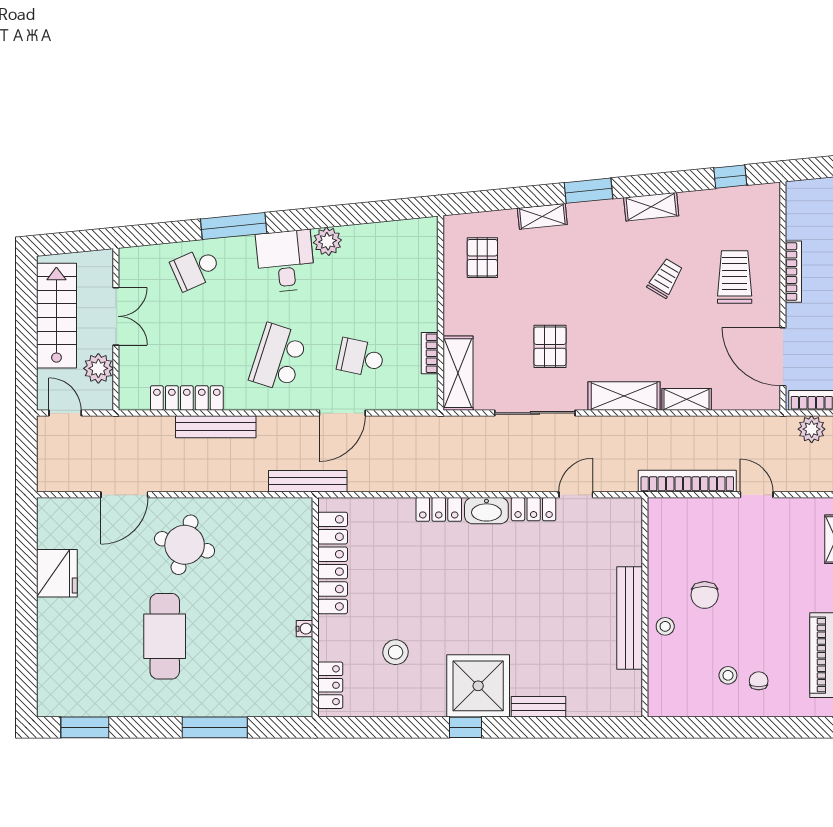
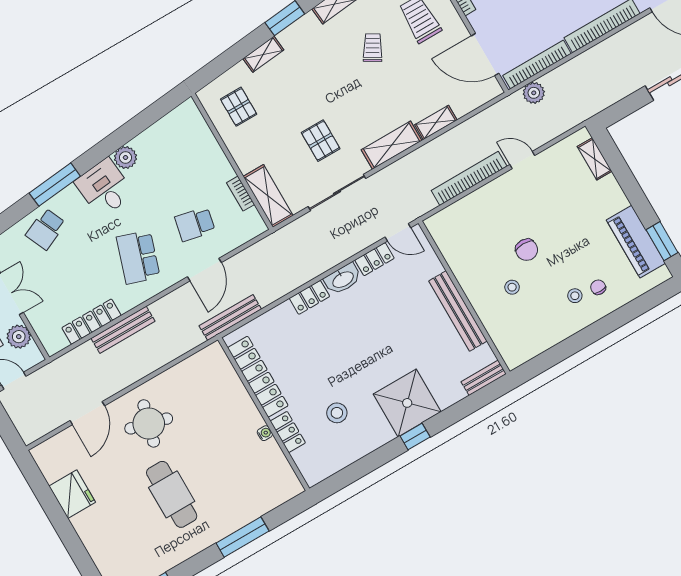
bench: (308, 481) -> (230, 317), moved
door: (576, 495) -> (398, 232), swing flipped
wall: (645, 607) -> (464, 297), moved
bench: (630, 618) -> (458, 311), moved
locker: (330, 685) -> (288, 432), moved
bench: (539, 707) -> (484, 378), moved

